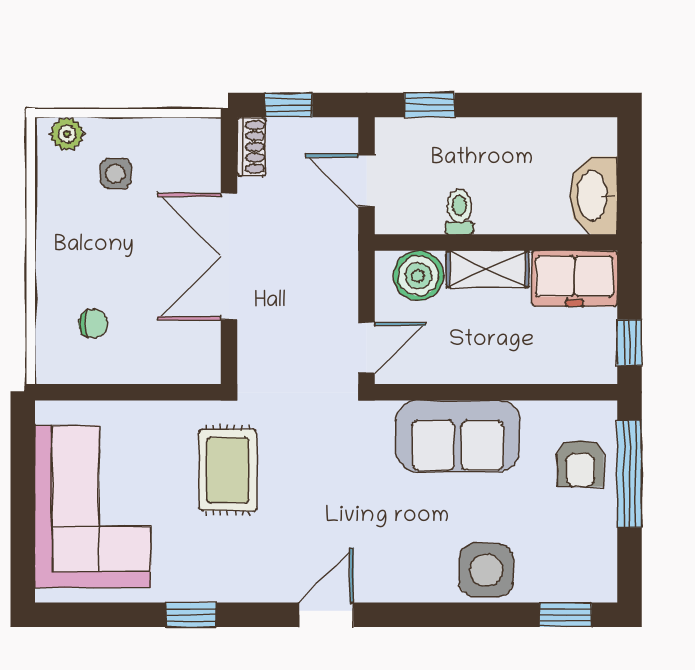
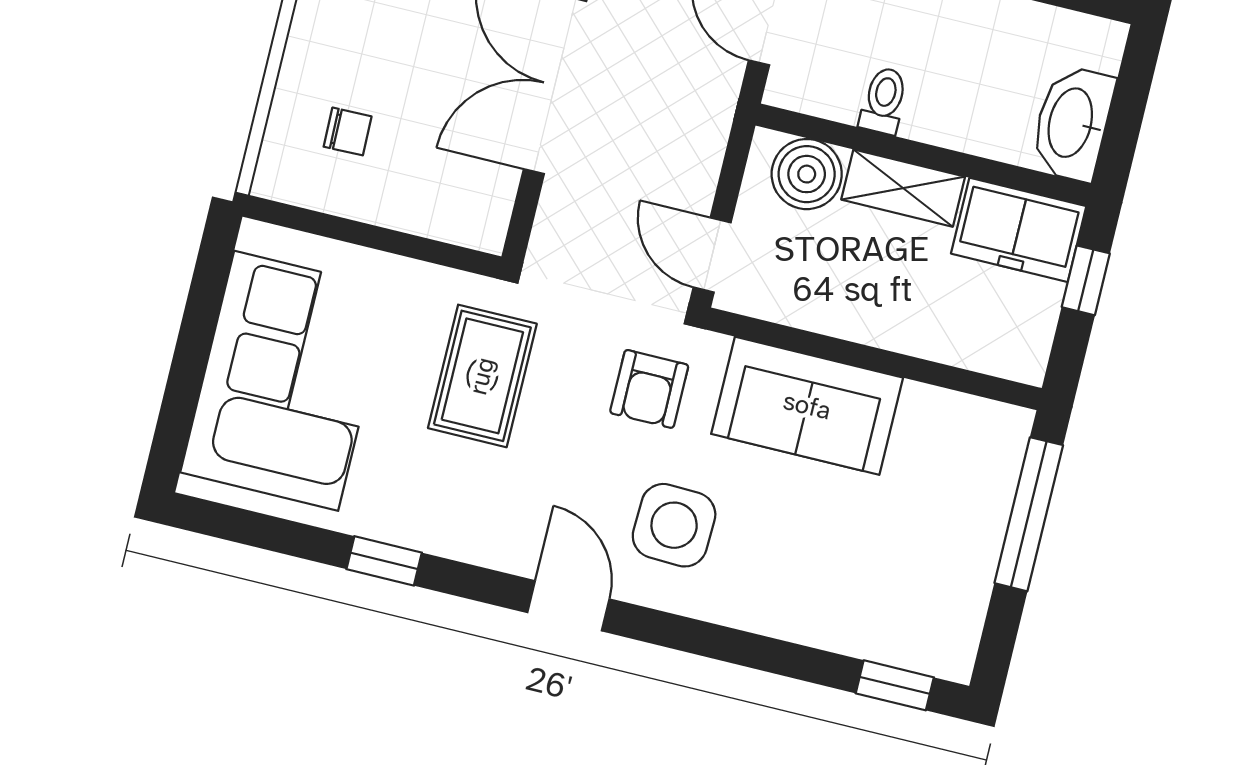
window: (630, 343) -> (1086, 280), moved
door: (367, 348) -> (712, 255), swing flipped
armchair: (580, 463) -> (649, 389), moved
side table: (486, 570) -> (674, 525), moved
door: (326, 615) -> (568, 606), hinge flipped

